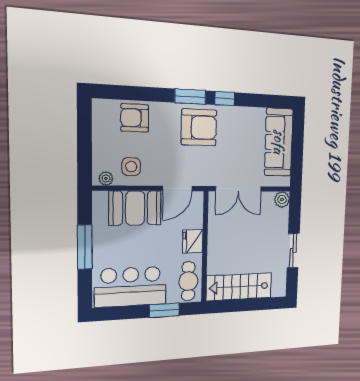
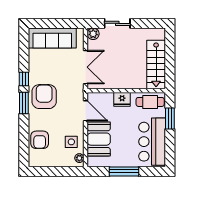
sliding door: (293, 251) -> (117, 23), moved

